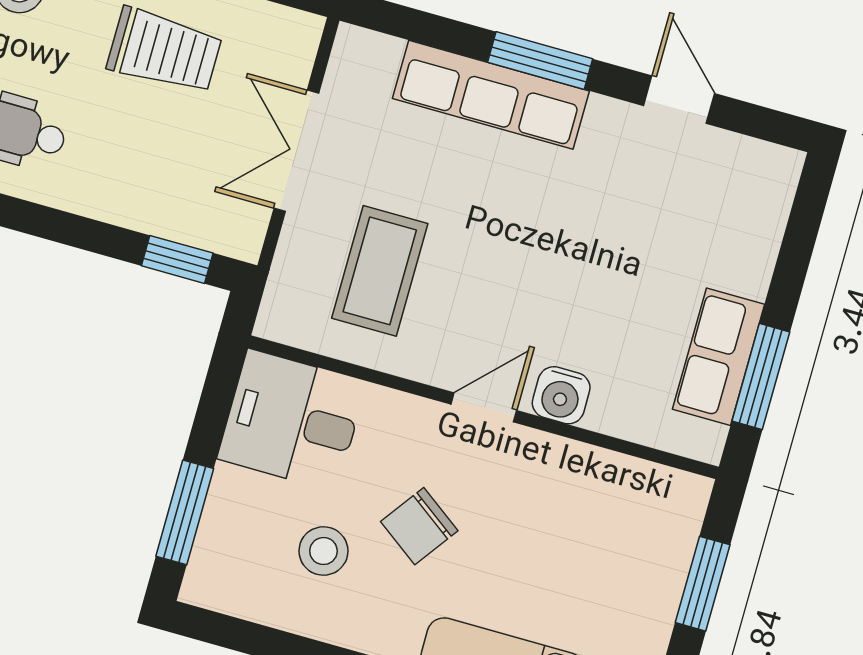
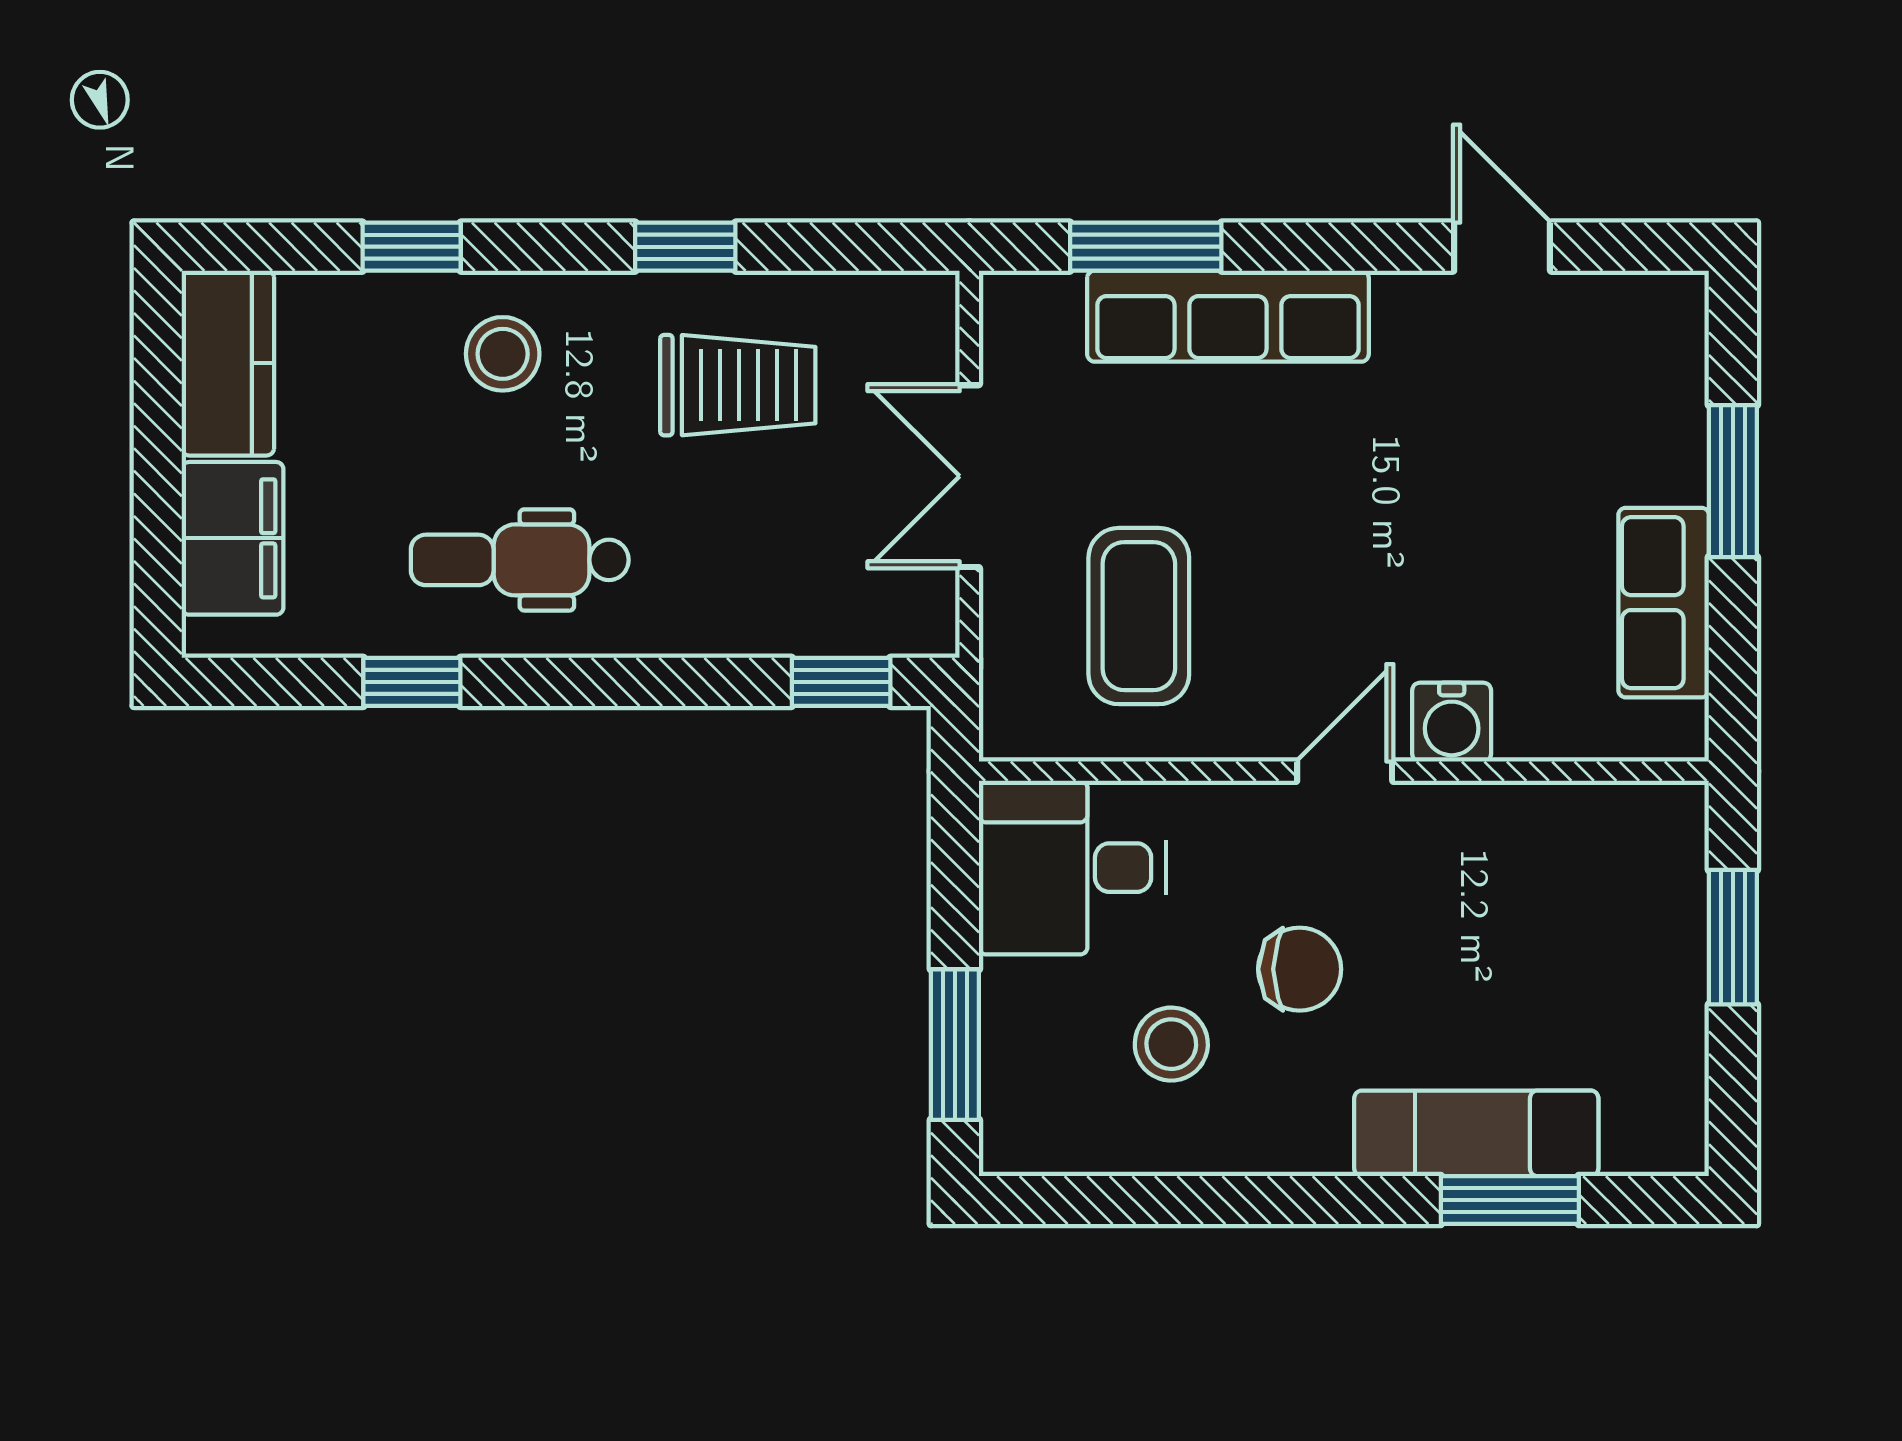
window: (540, 61) -> (1146, 247), moved
window: (761, 377) -> (1733, 481), moved
chair: (419, 526) -> (1300, 969), turned -126

